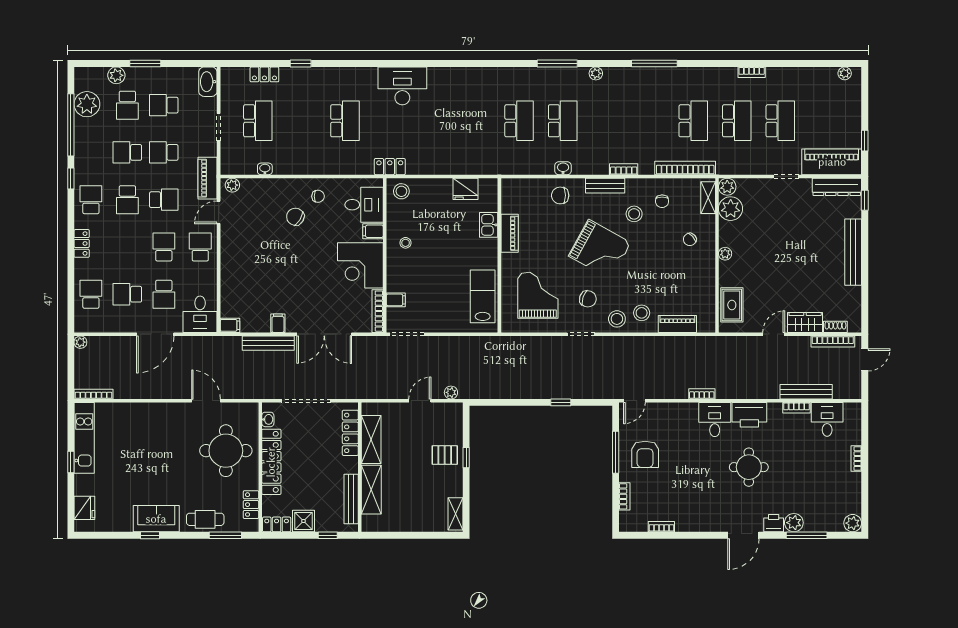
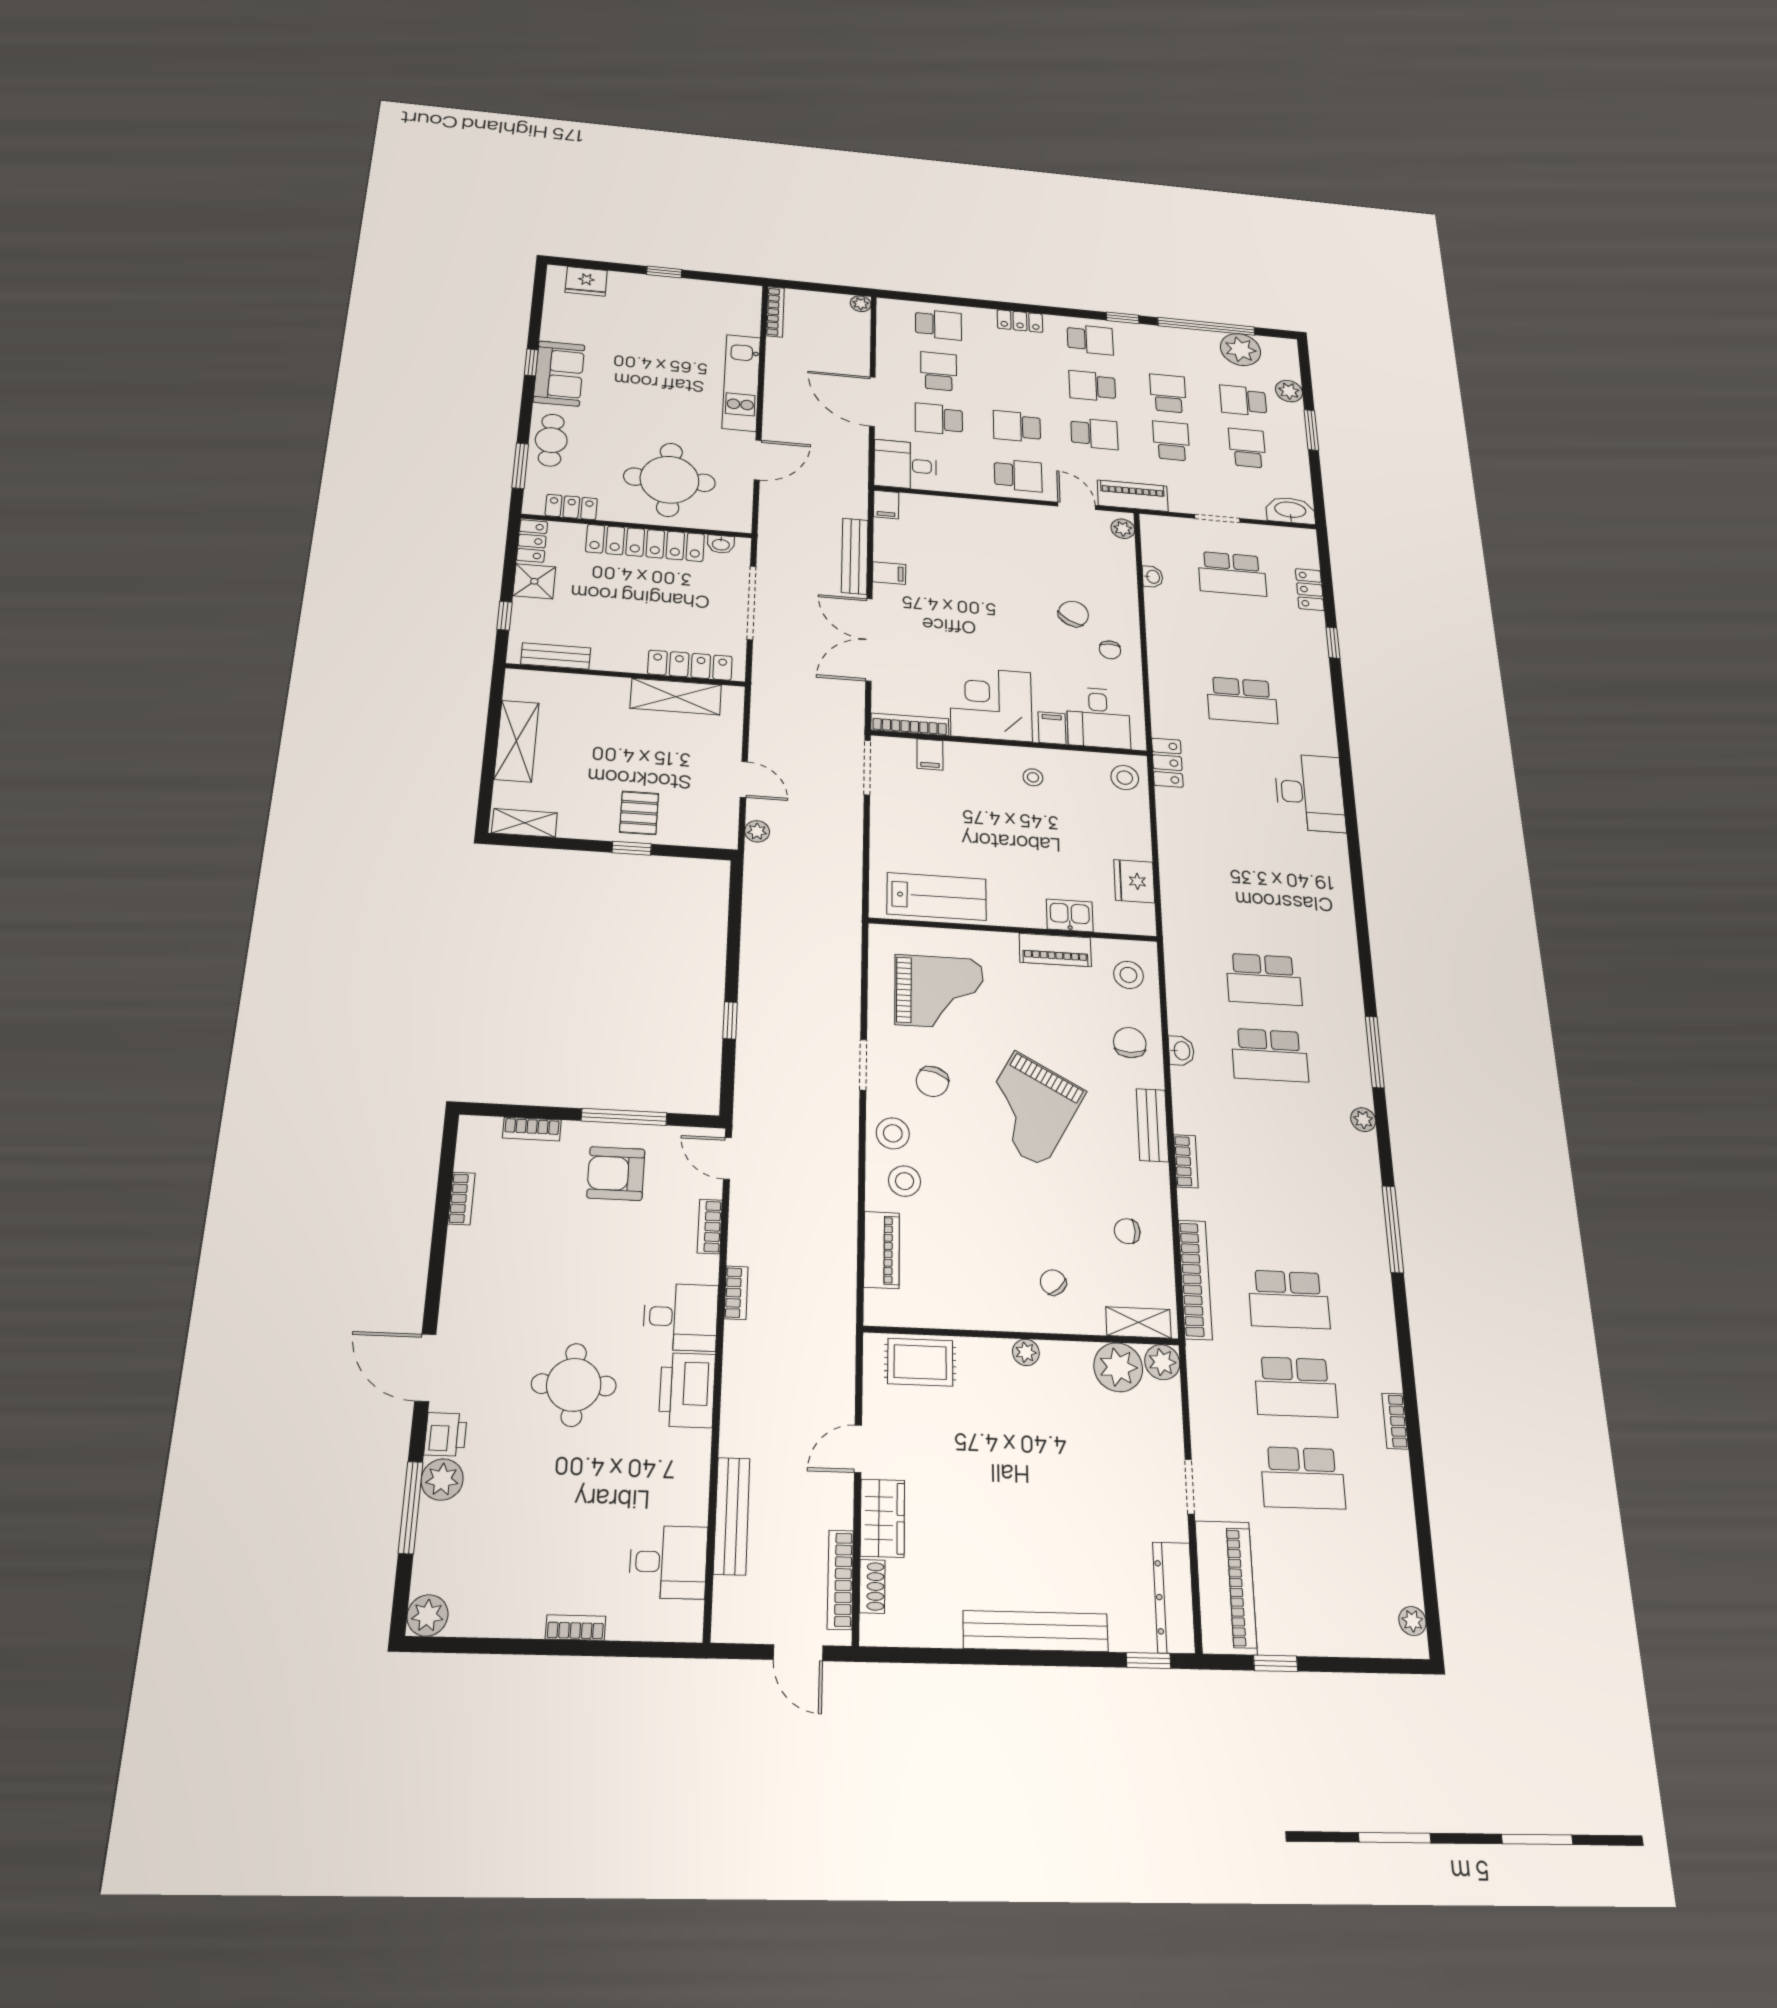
school desk: (164, 200) -> (1094, 434), turned -90
stool: (634, 214) -> (1128, 975), moved
school desk: (164, 247) -> (1017, 426), turned 180
door: (774, 334) -> (858, 1449), swing flipped
bookcase: (796, 408) -> (710, 1227), moved
kitchen unit: (84, 438) -> (741, 383), moved, turned 90
shelving: (371, 490) -> (517, 741), moved, turned 90
bench: (351, 499) -> (556, 656), width x0.73

